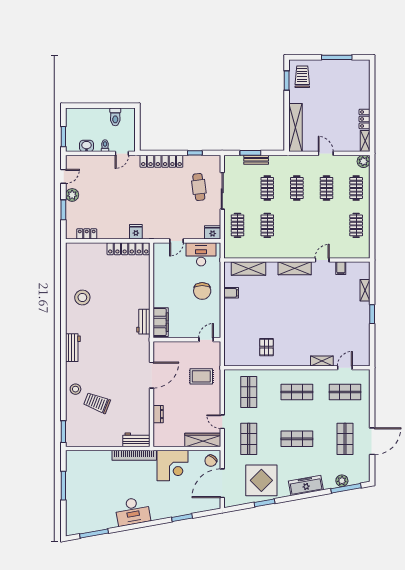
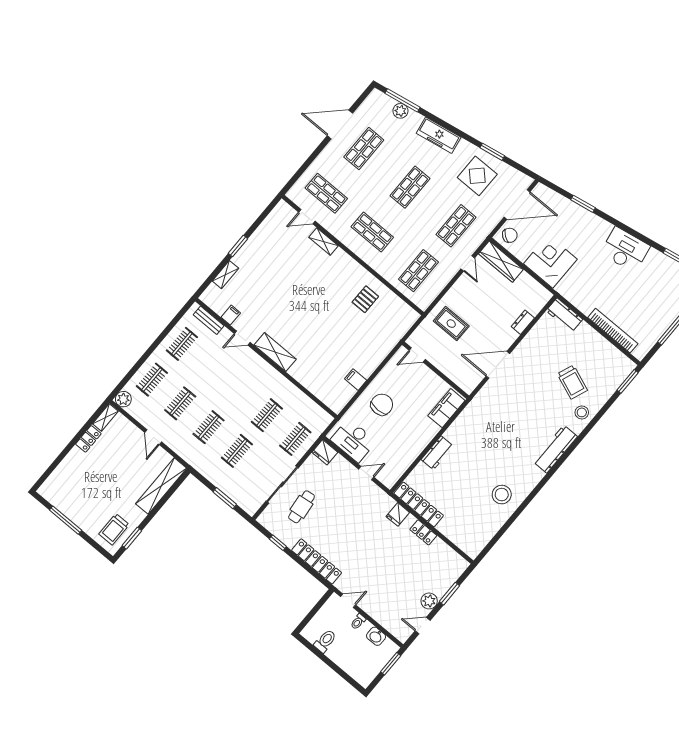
bench: (256, 160) -> (209, 320), moved
locker: (87, 234) -> (423, 532), moved
shelving: (248, 268) -> (319, 389), removed
workbench: (143, 322) -> (437, 453), moved
workbench: (73, 348) -> (555, 449), width x1.37
shop shelf: (297, 439) -> (410, 187), turned 90
bookcase: (134, 455) -> (613, 331), moved
display table: (261, 480) -> (477, 176), width x0.73, depth x0.73

